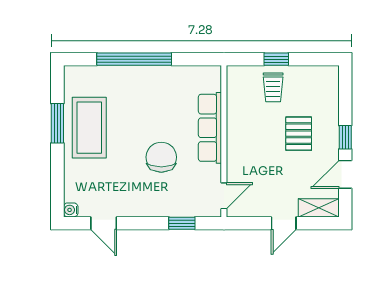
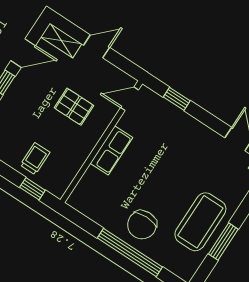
window: (276, 59) -> (32, 189), moved
row of seats: (210, 128) -> (111, 150), width x0.68
pallet: (299, 134) -> (74, 107), moved, turned 90
chair: (161, 157) -> (142, 225), moved

